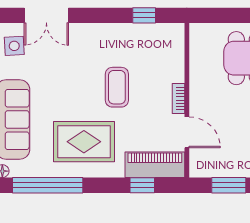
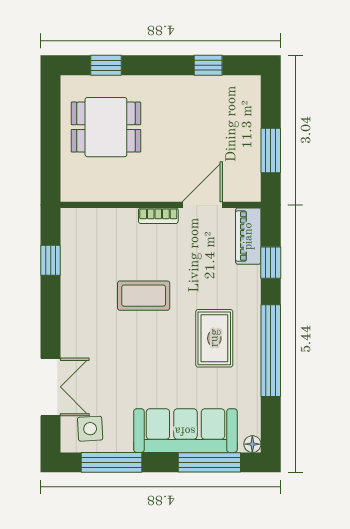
rug: (84, 142) -> (214, 338), width x0.73, depth x0.70
piano: (155, 165) -> (248, 236), width x0.73, depth x0.75
window: (48, 185) -> (271, 351), moved

